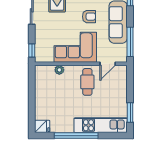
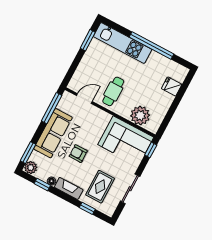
corner sofa: (75, 47) -> (126, 141), moved
plant: (59, 70) -> (140, 115), width x1.88, depth x1.88
fridge: (42, 126) -> (172, 86), moved

